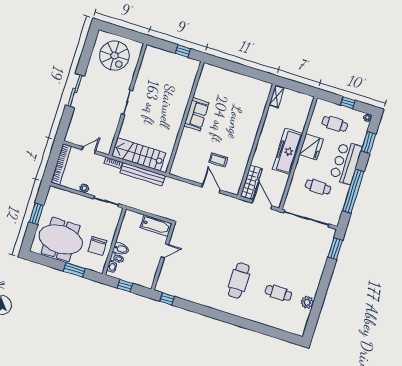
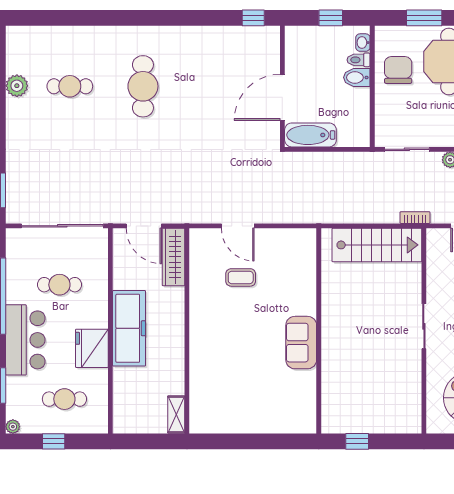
bench: (143, 174) -> (360, 214), removed
door: (165, 251) -> (282, 97), width x1.87

